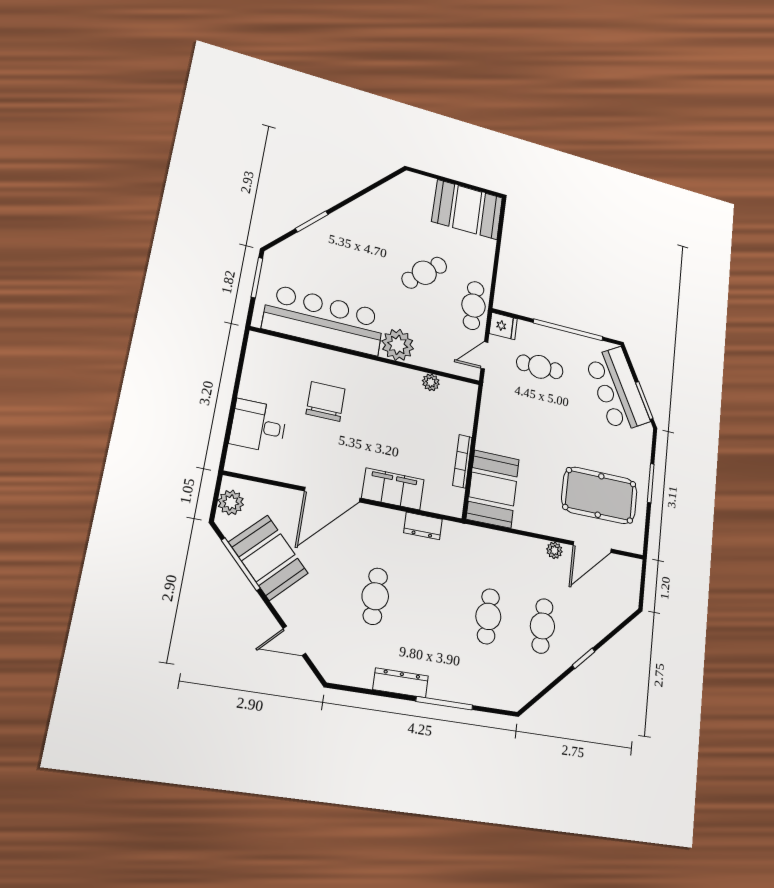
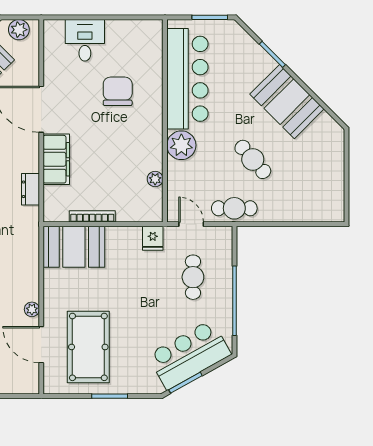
booth: (467, 210) -> (287, 102), moved, turned -45
fridge: (503, 326) -> (153, 238), moved
chair: (326, 401) -> (118, 91), turned -90

